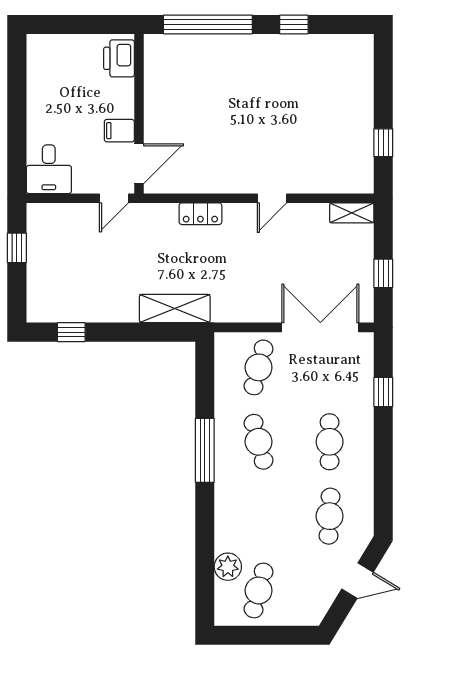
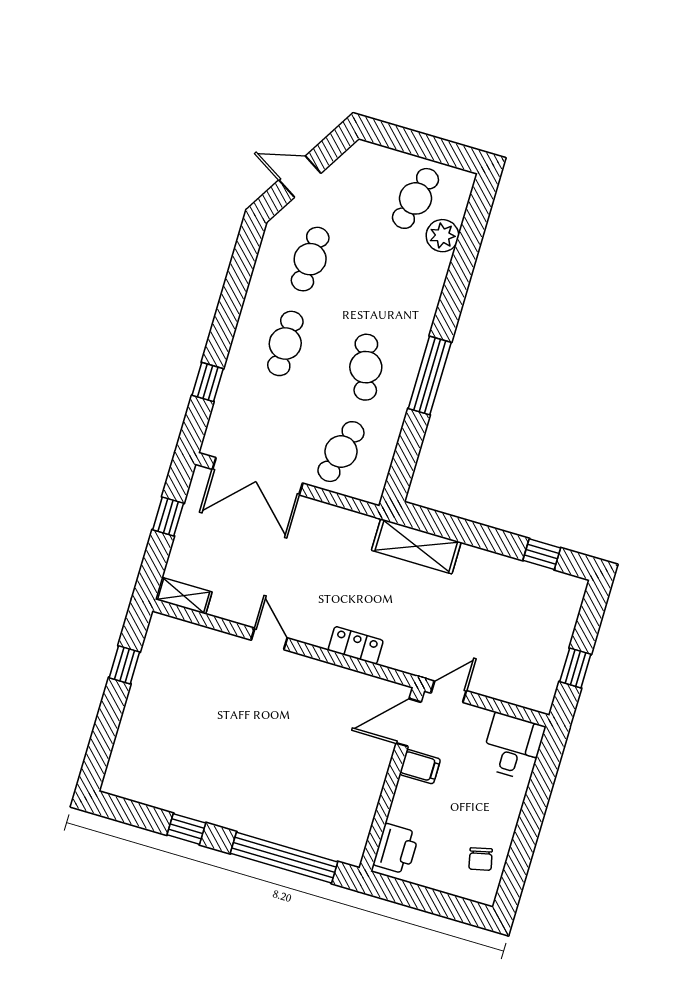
chair: (48, 70) -> (481, 859), added
door: (272, 198) -> (269, 639), hinge flipped

